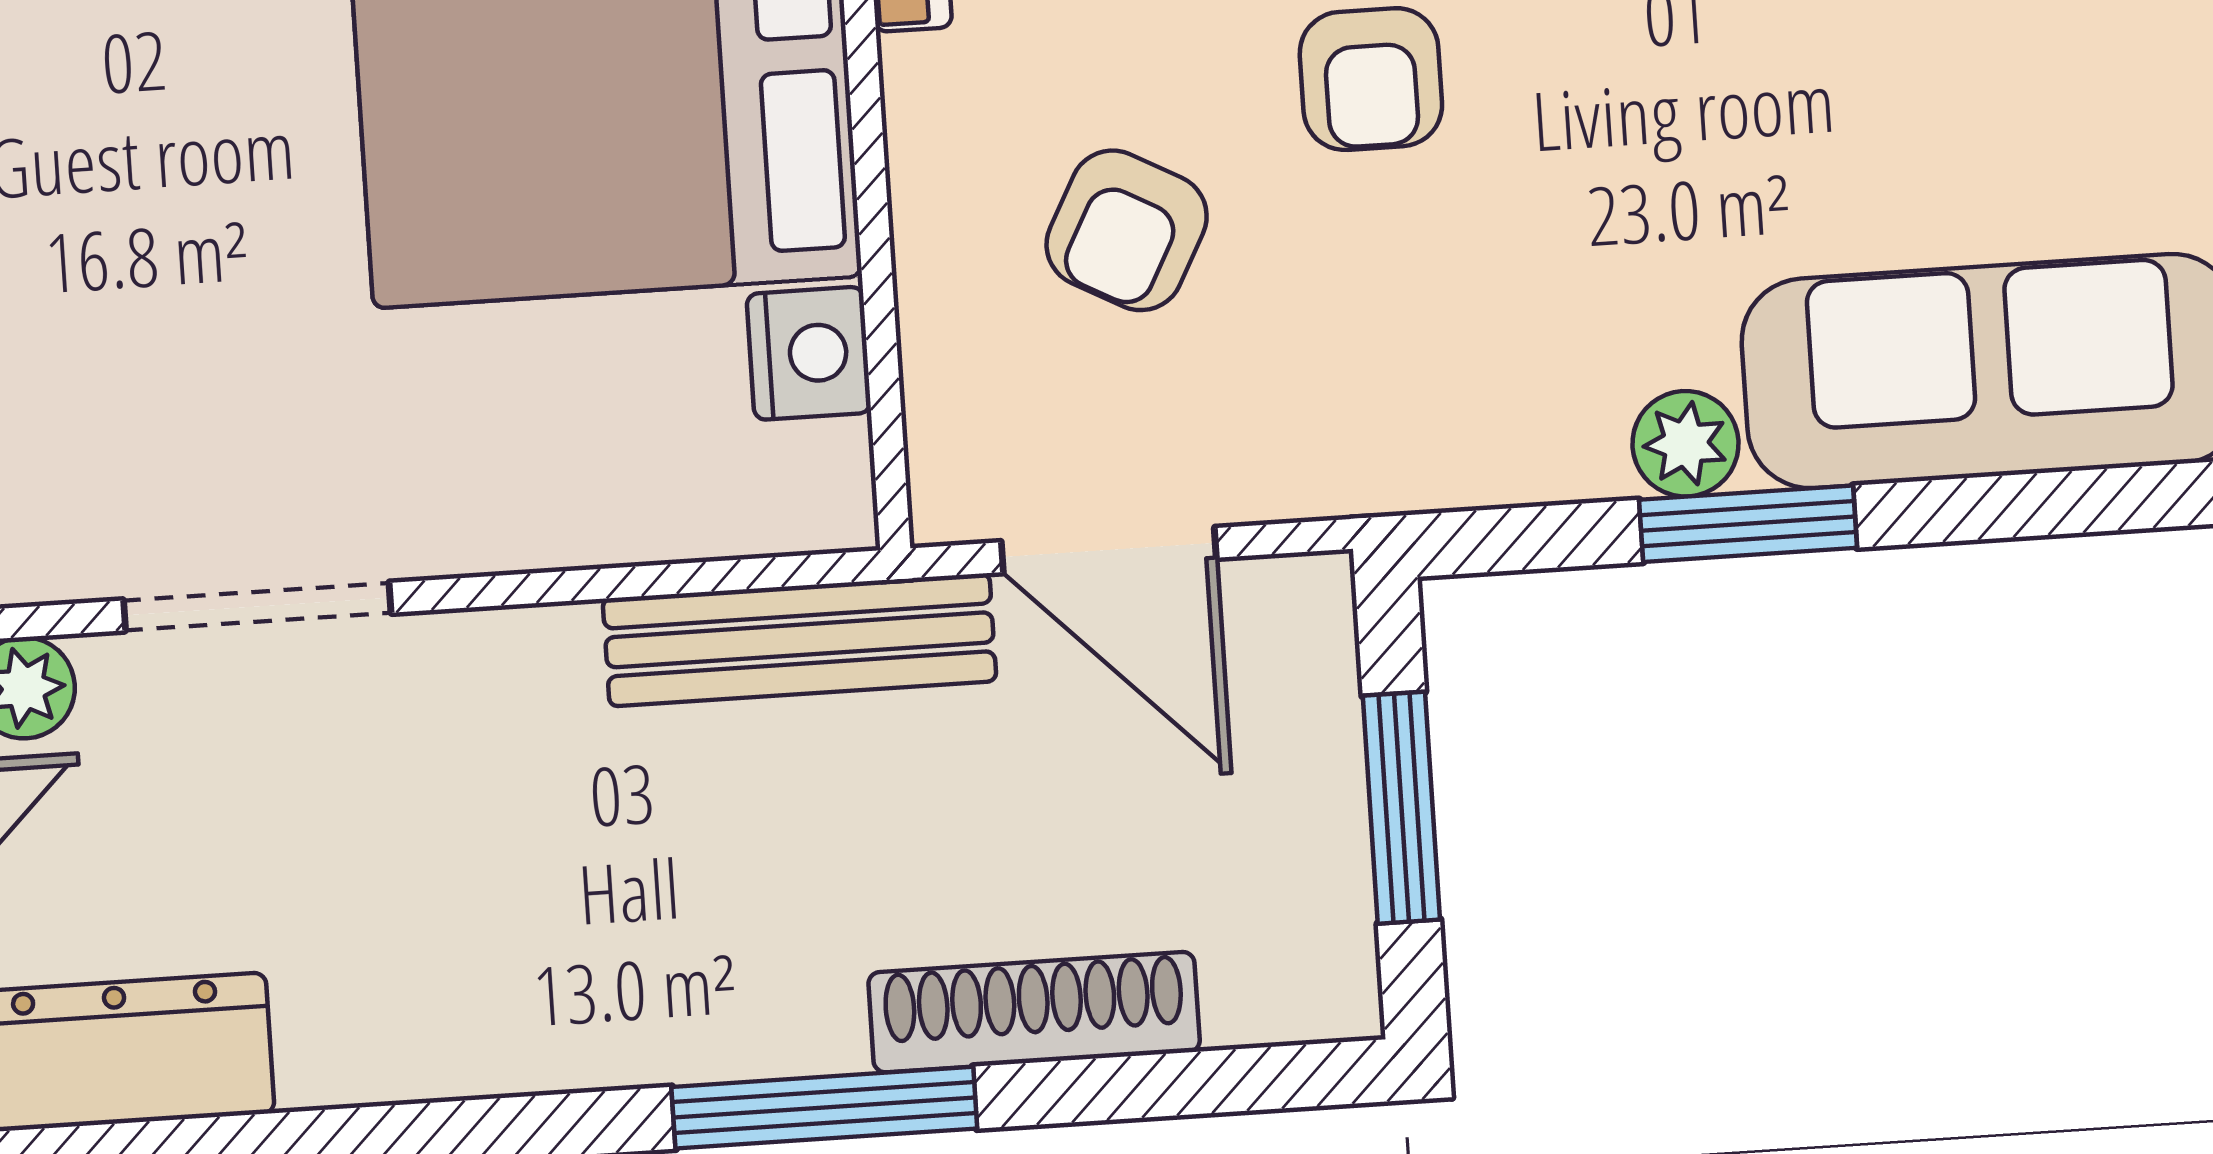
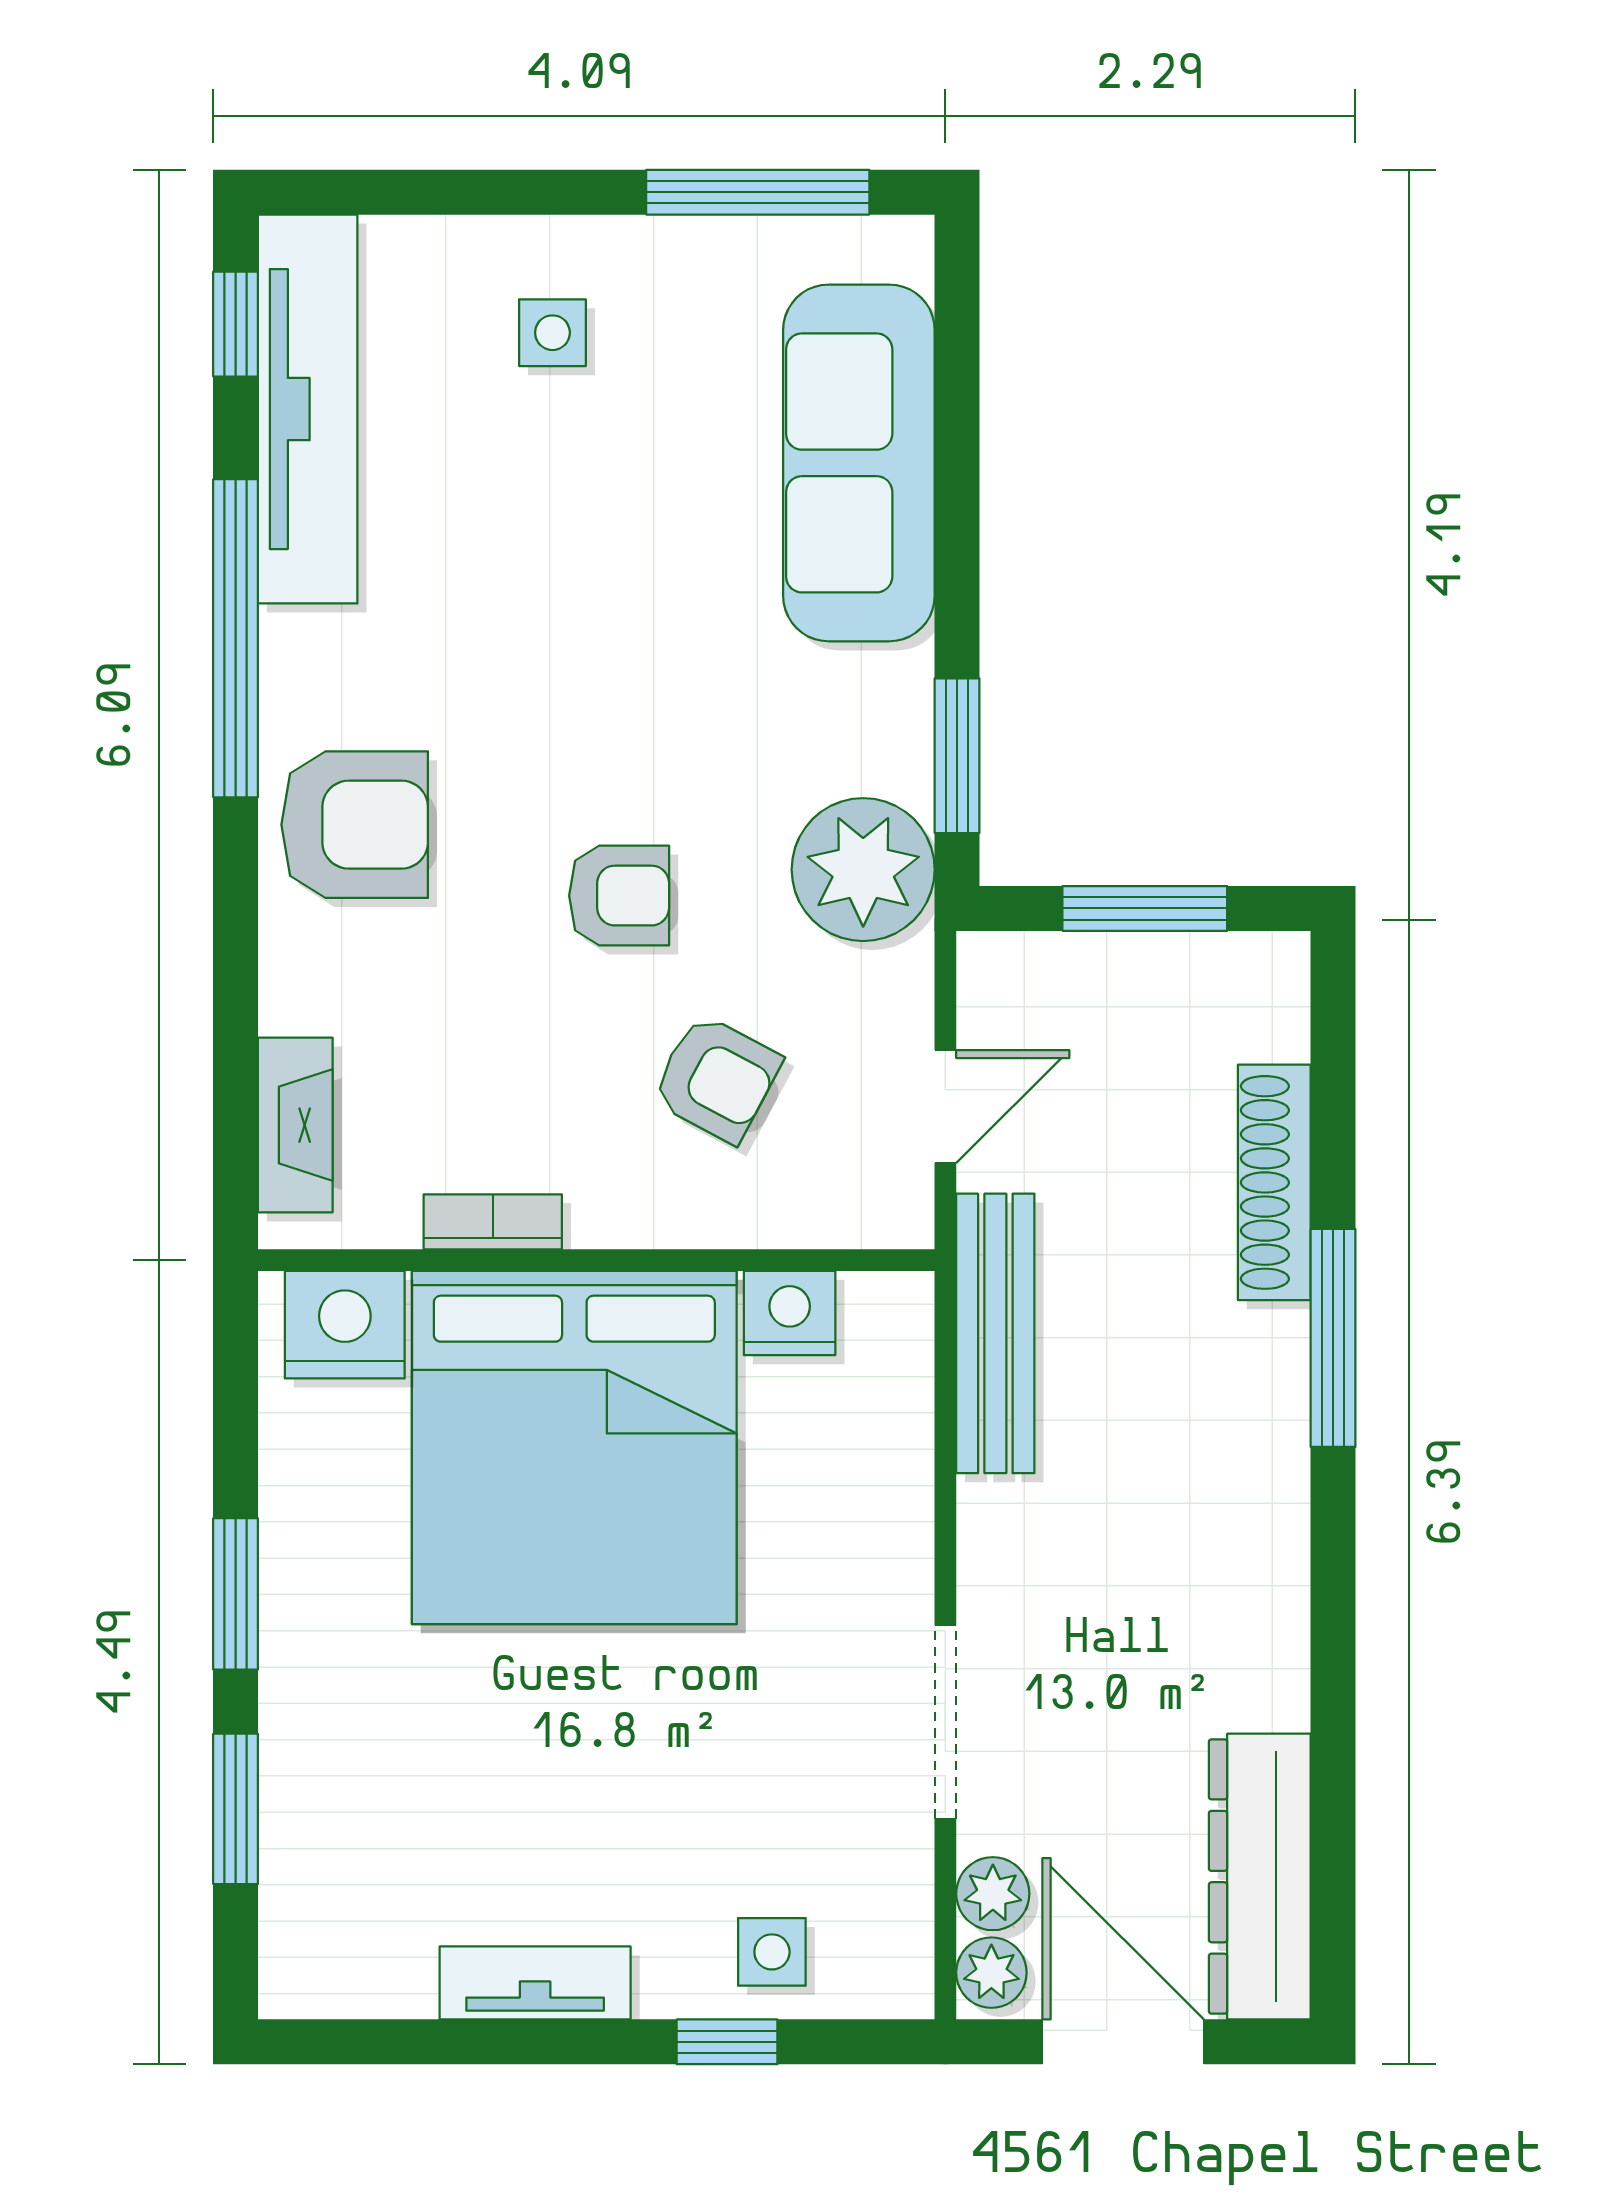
plant: (1685, 444) -> (863, 870), moved, width x1.87, depth x1.87
window: (1748, 524) -> (957, 756), moved
door: (1109, 550) -> (945, 1107), width x0.73

